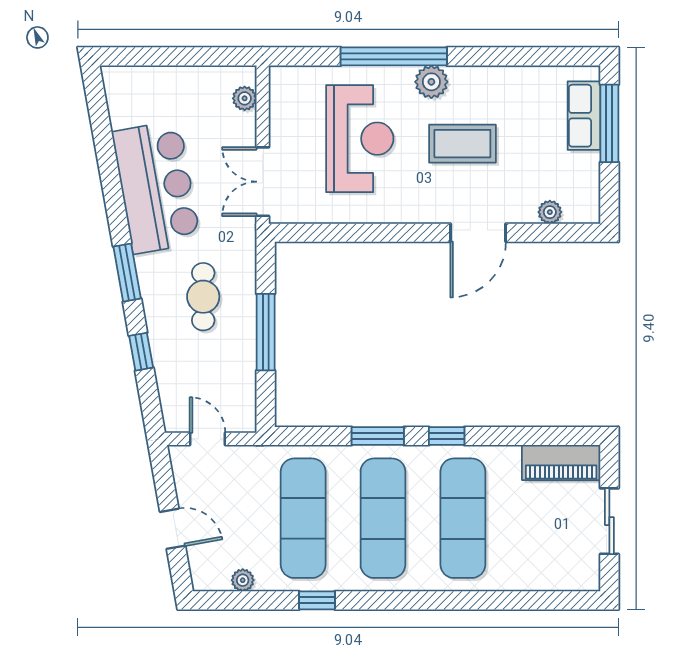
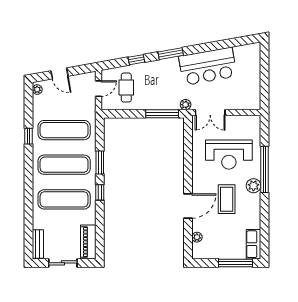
plant: (245, 98) -> (186, 105), moved
row of seats: (584, 116) -> (254, 244), moved, turned -90
double door: (263, 182) -> (210, 112), swing flipped
door: (478, 233) -> (188, 206), swing flipped
cafe table: (203, 297) -> (126, 88), moved, turned 90
window: (266, 332) -> (162, 114), moved
door: (173, 529) -> (59, 73), hinge flipped
bench: (565, 579) -> (38, 244), added
plant: (243, 580) -> (37, 89), moved

